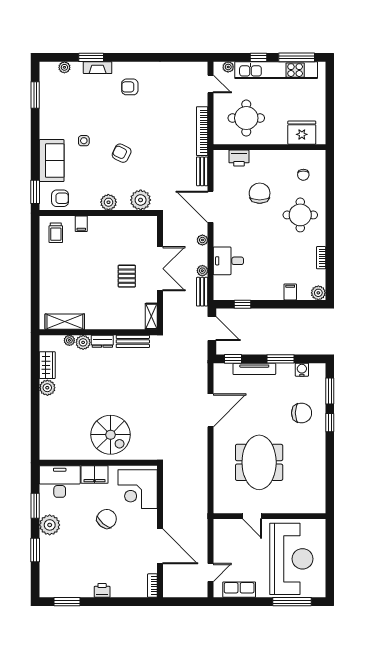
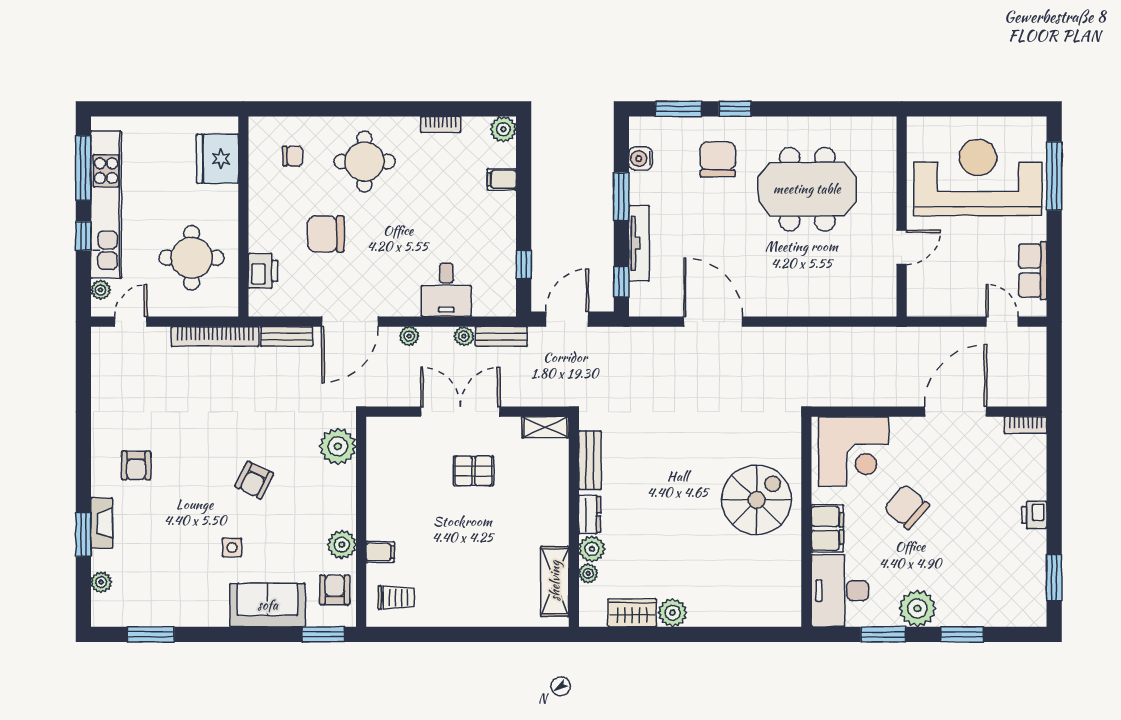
plant: (108, 202) -> (342, 545), moved
meeting table: (259, 462) -> (807, 189), moved

